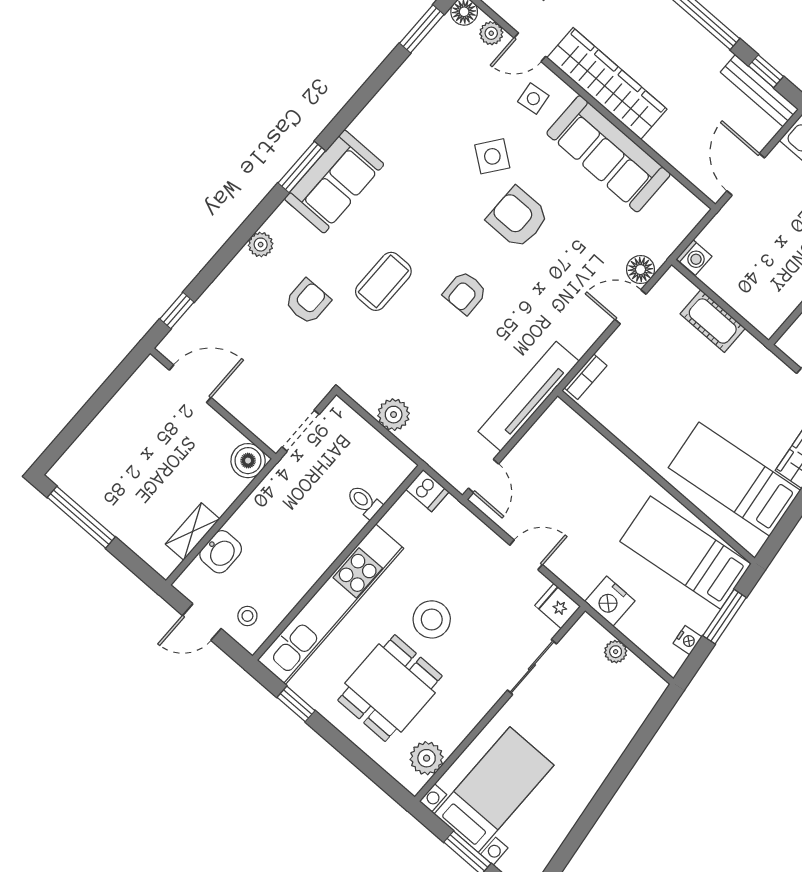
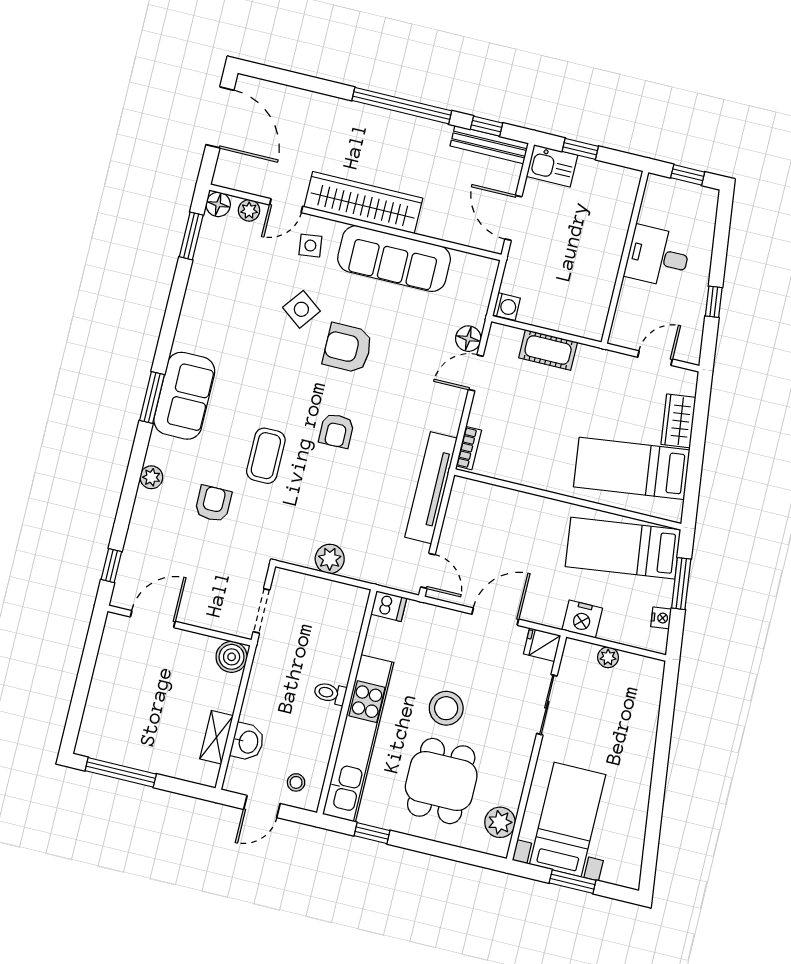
toilet: (364, 502) -> (330, 693), moved
door: (526, 555) -> (495, 617), width x1.37

